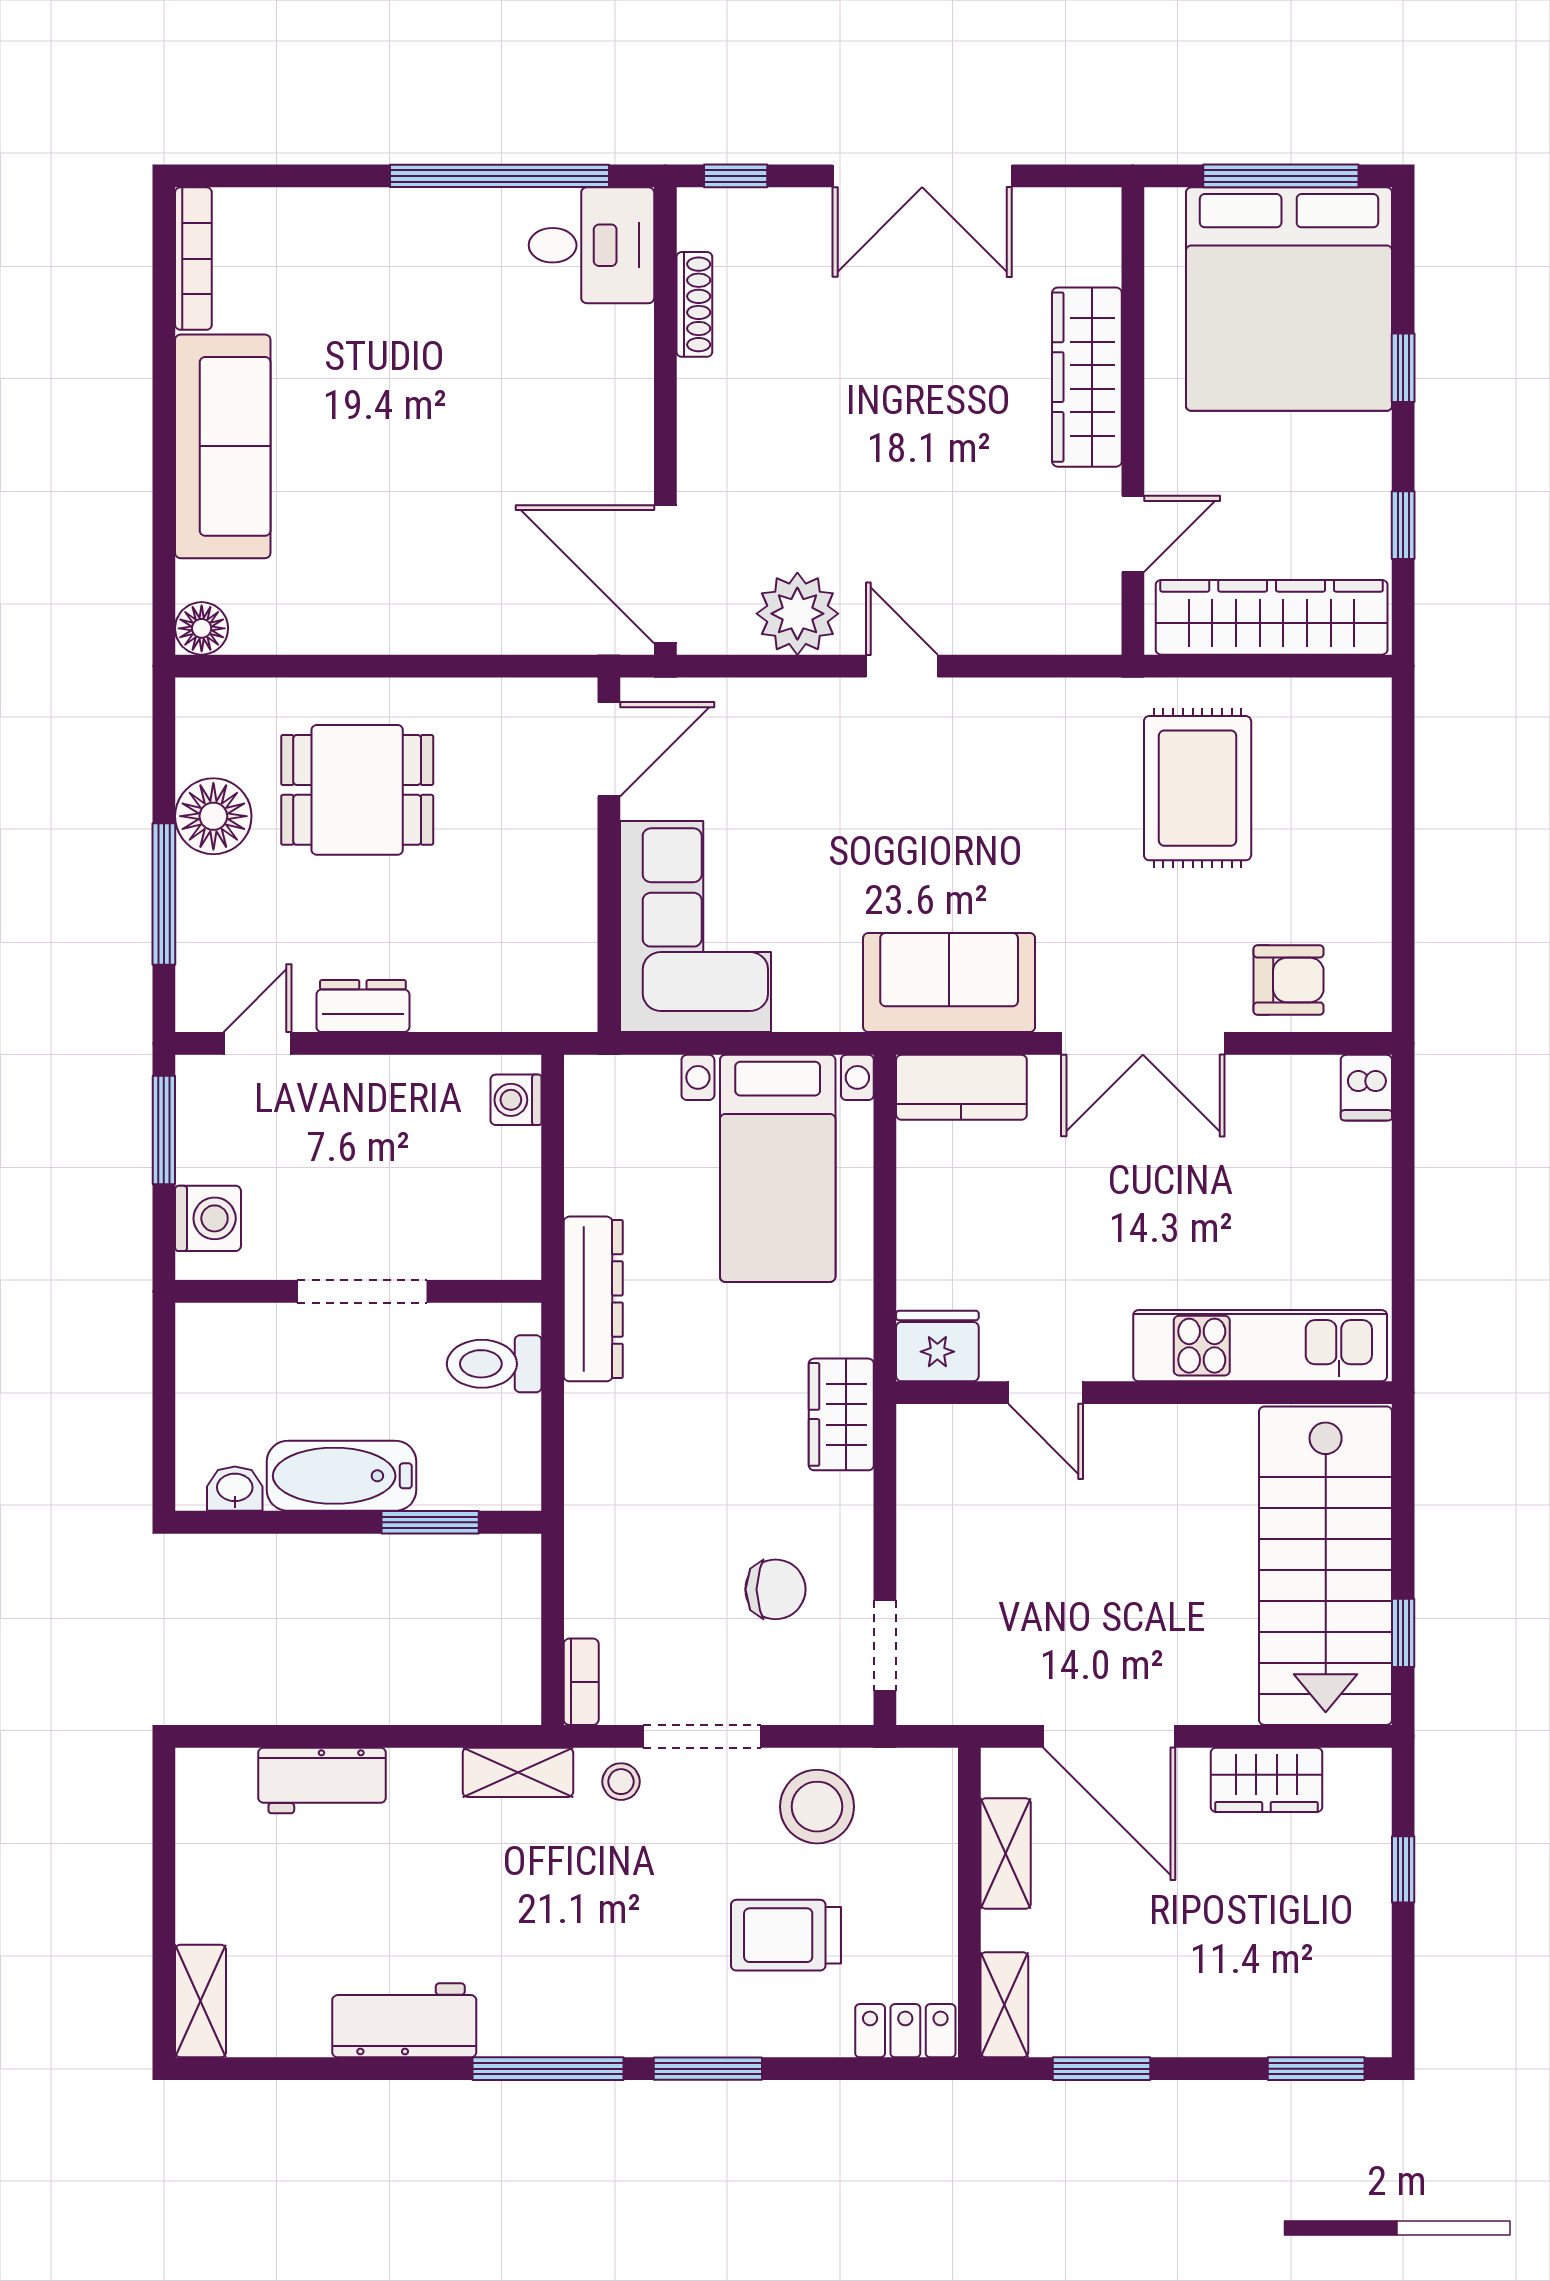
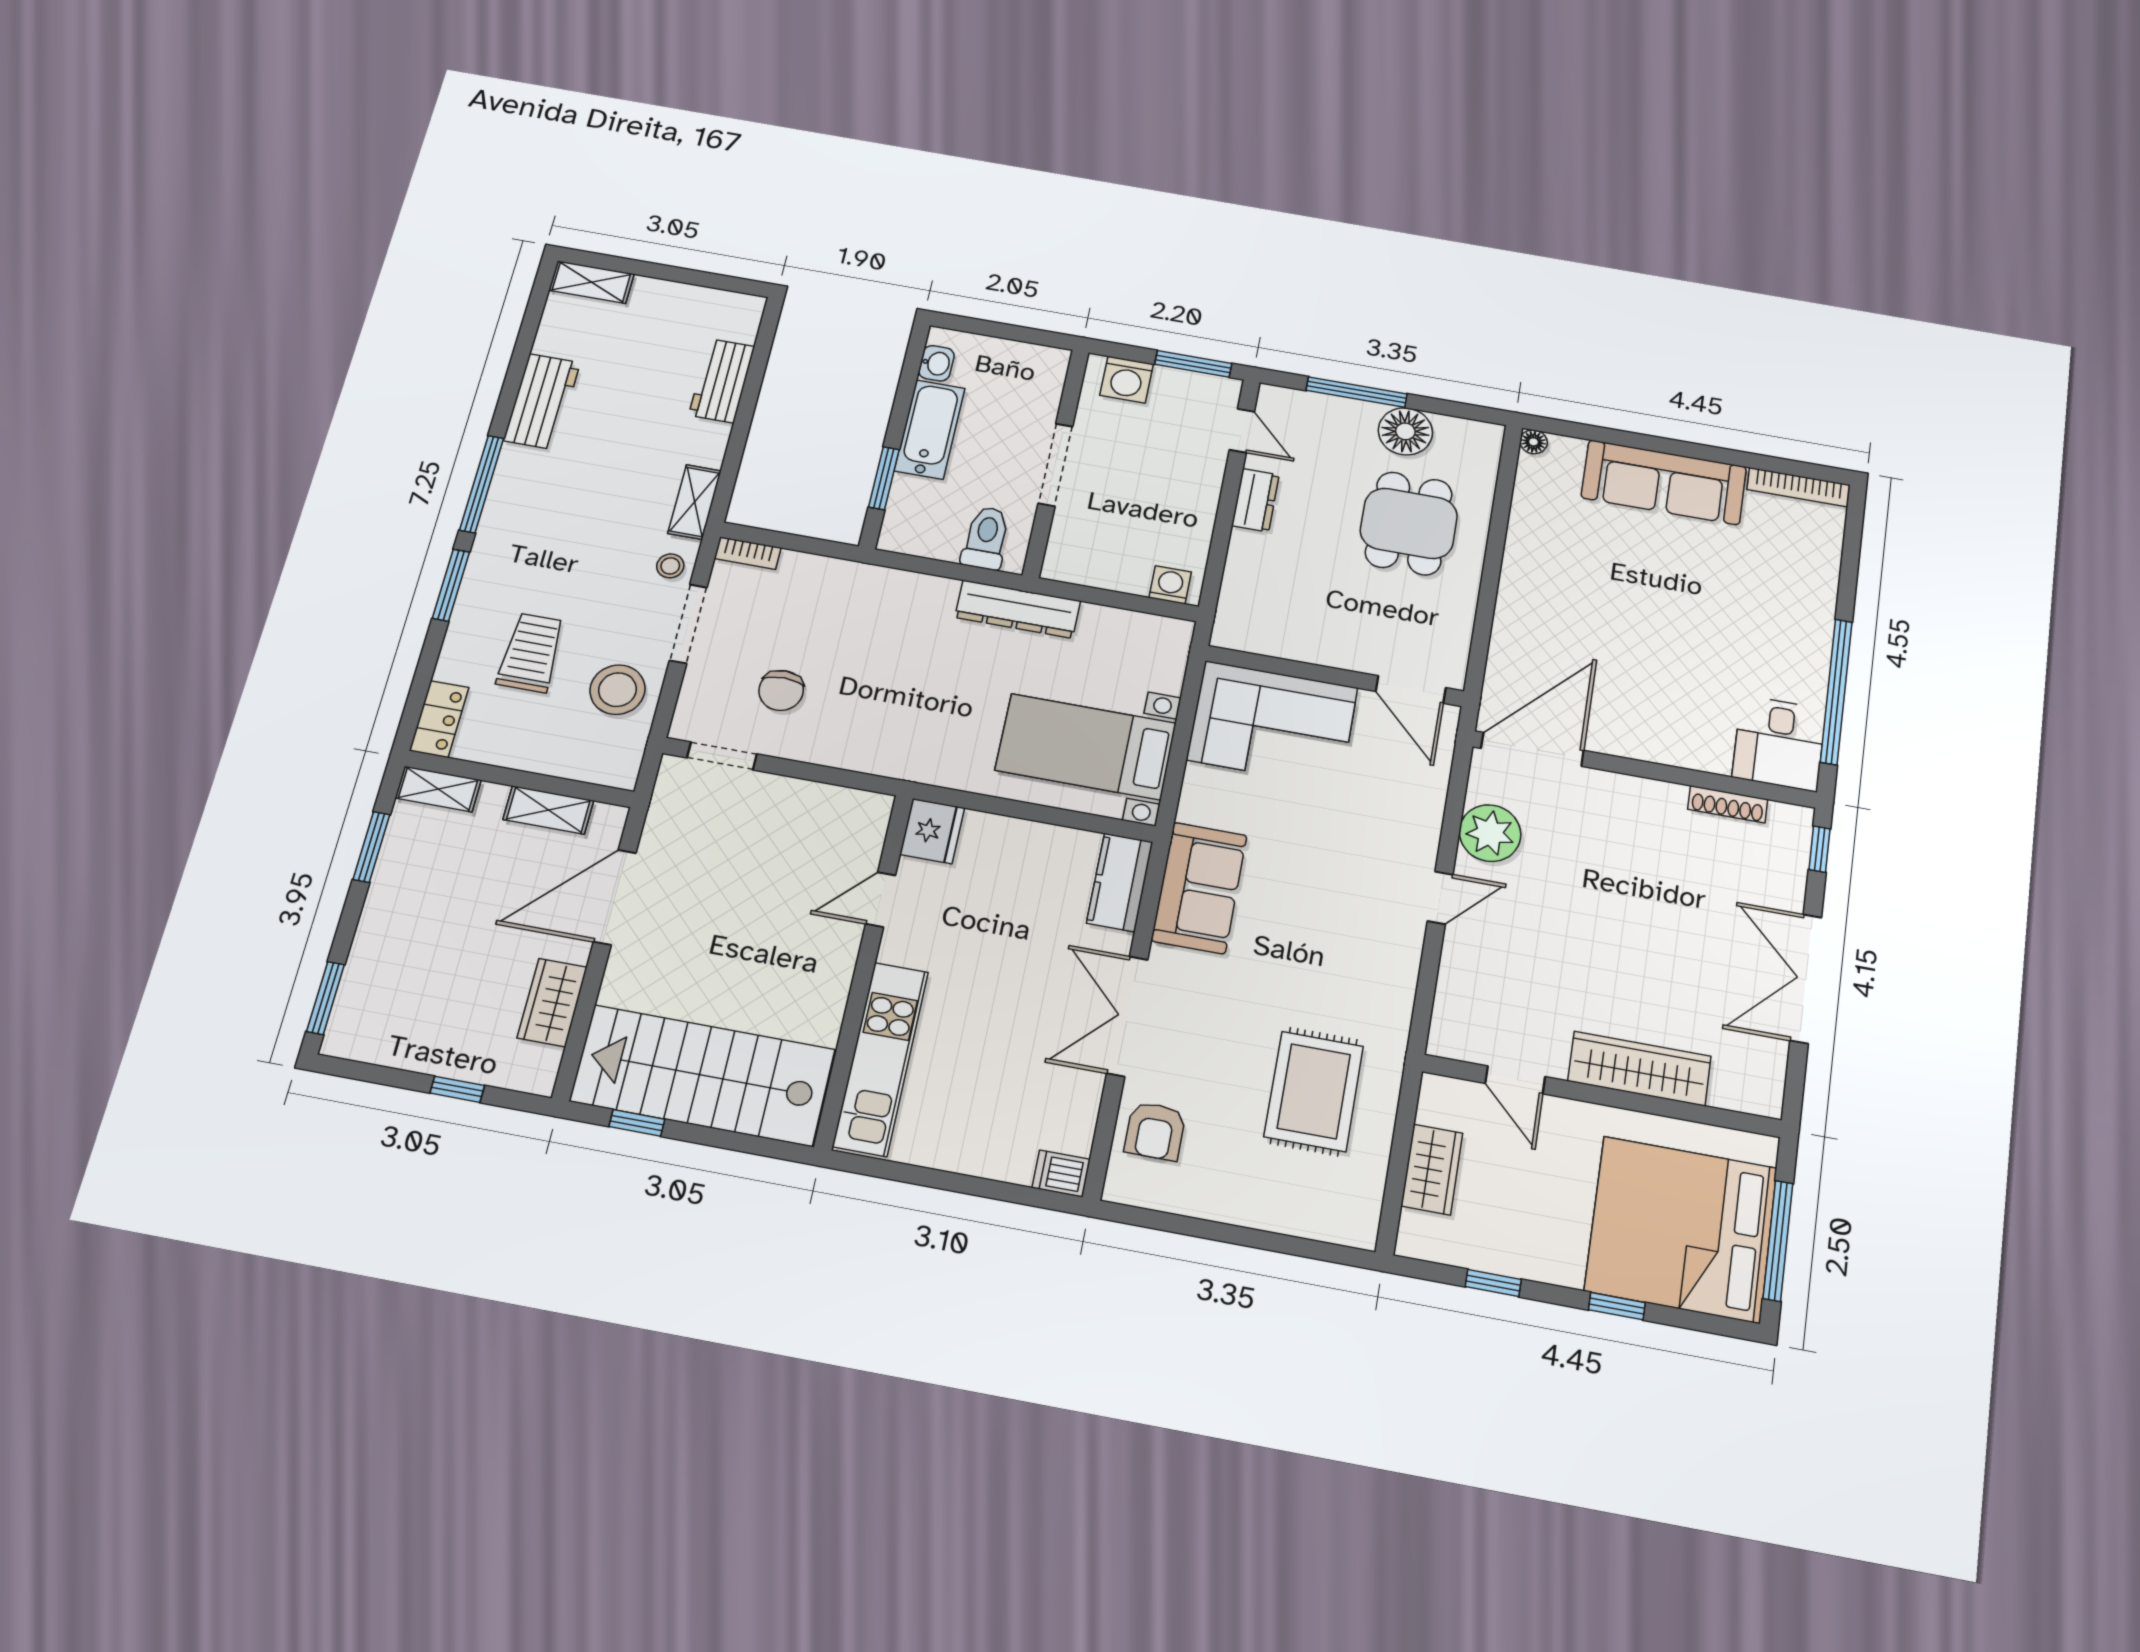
wardrobe: (1272, 617) -> (1432, 1169), width x0.48, depth x0.85
floor lamp: (202, 628) -> (1534, 442), width x0.73, depth x0.73
rug: (1198, 788) -> (1314, 1091), turned 90
wardrobe: (841, 1414) -> (897, 757), removed

